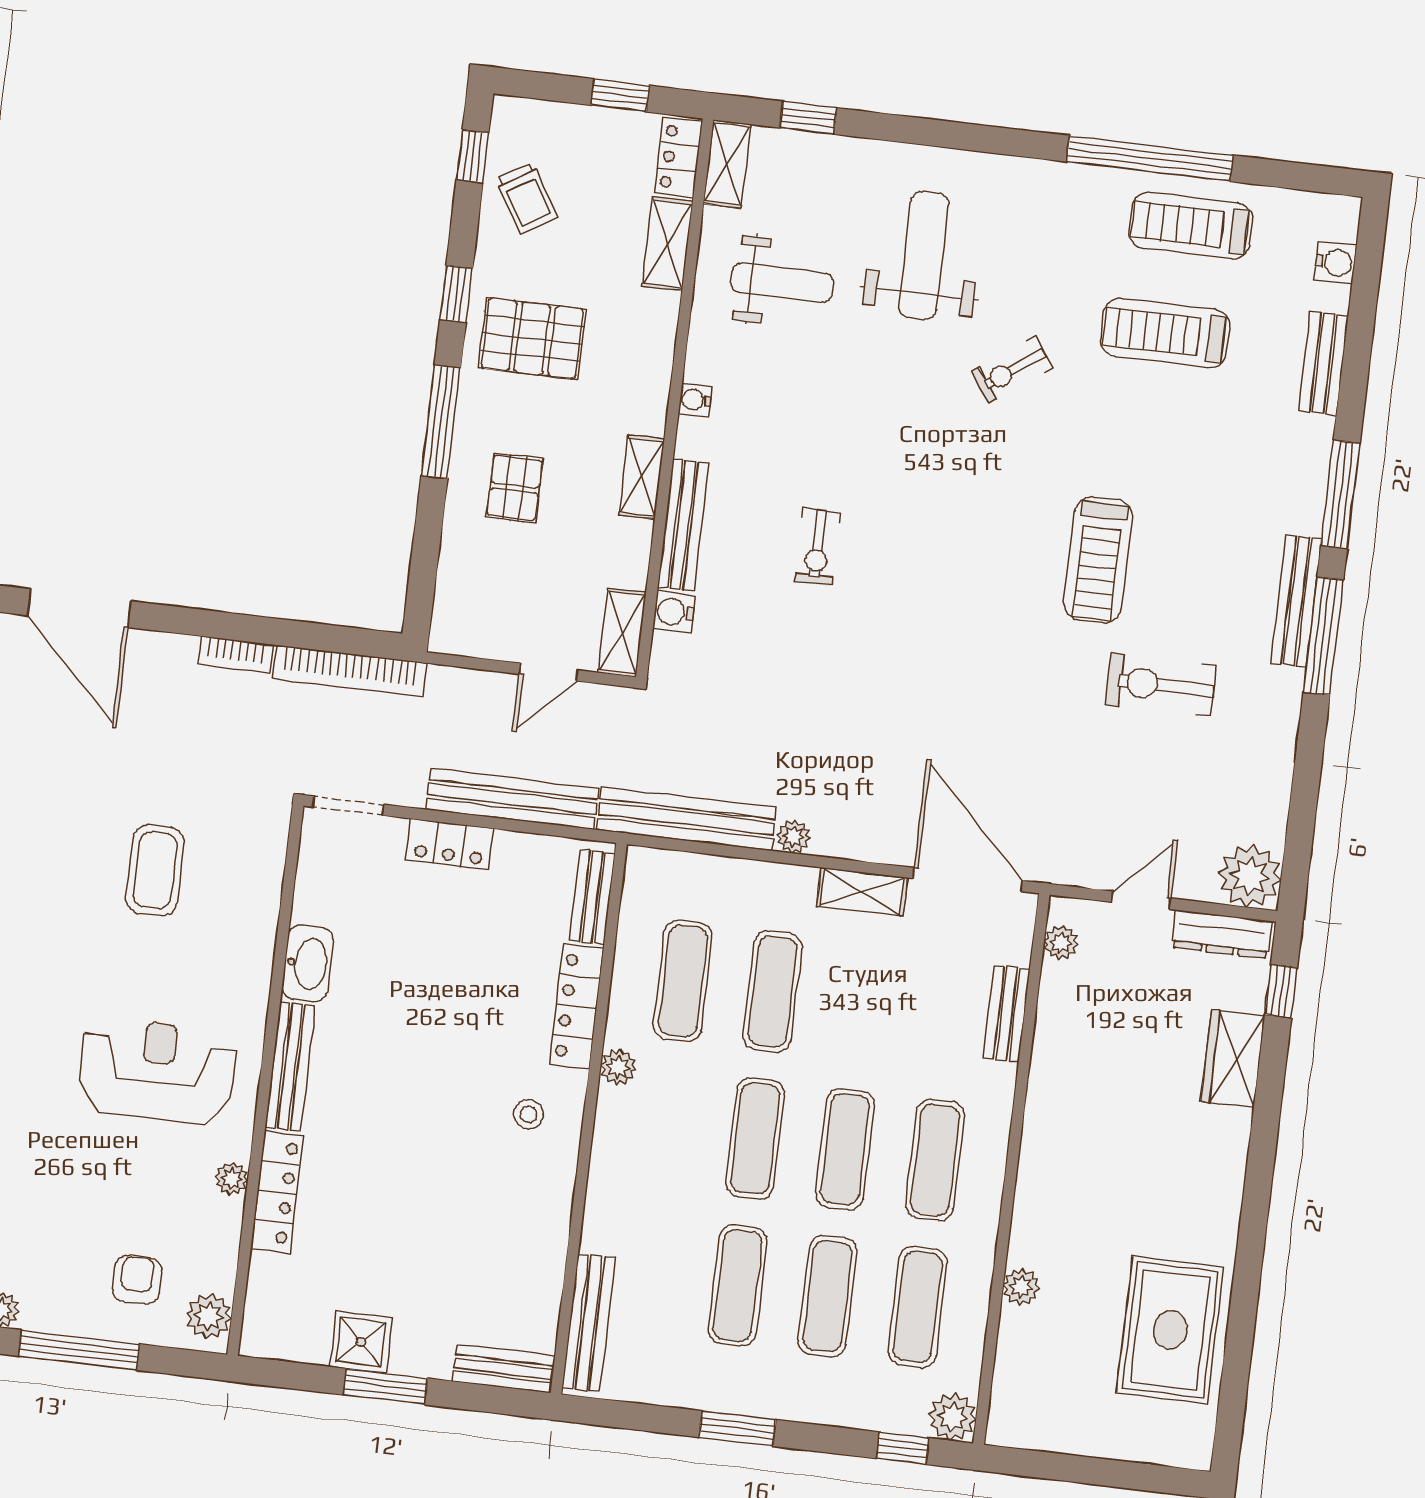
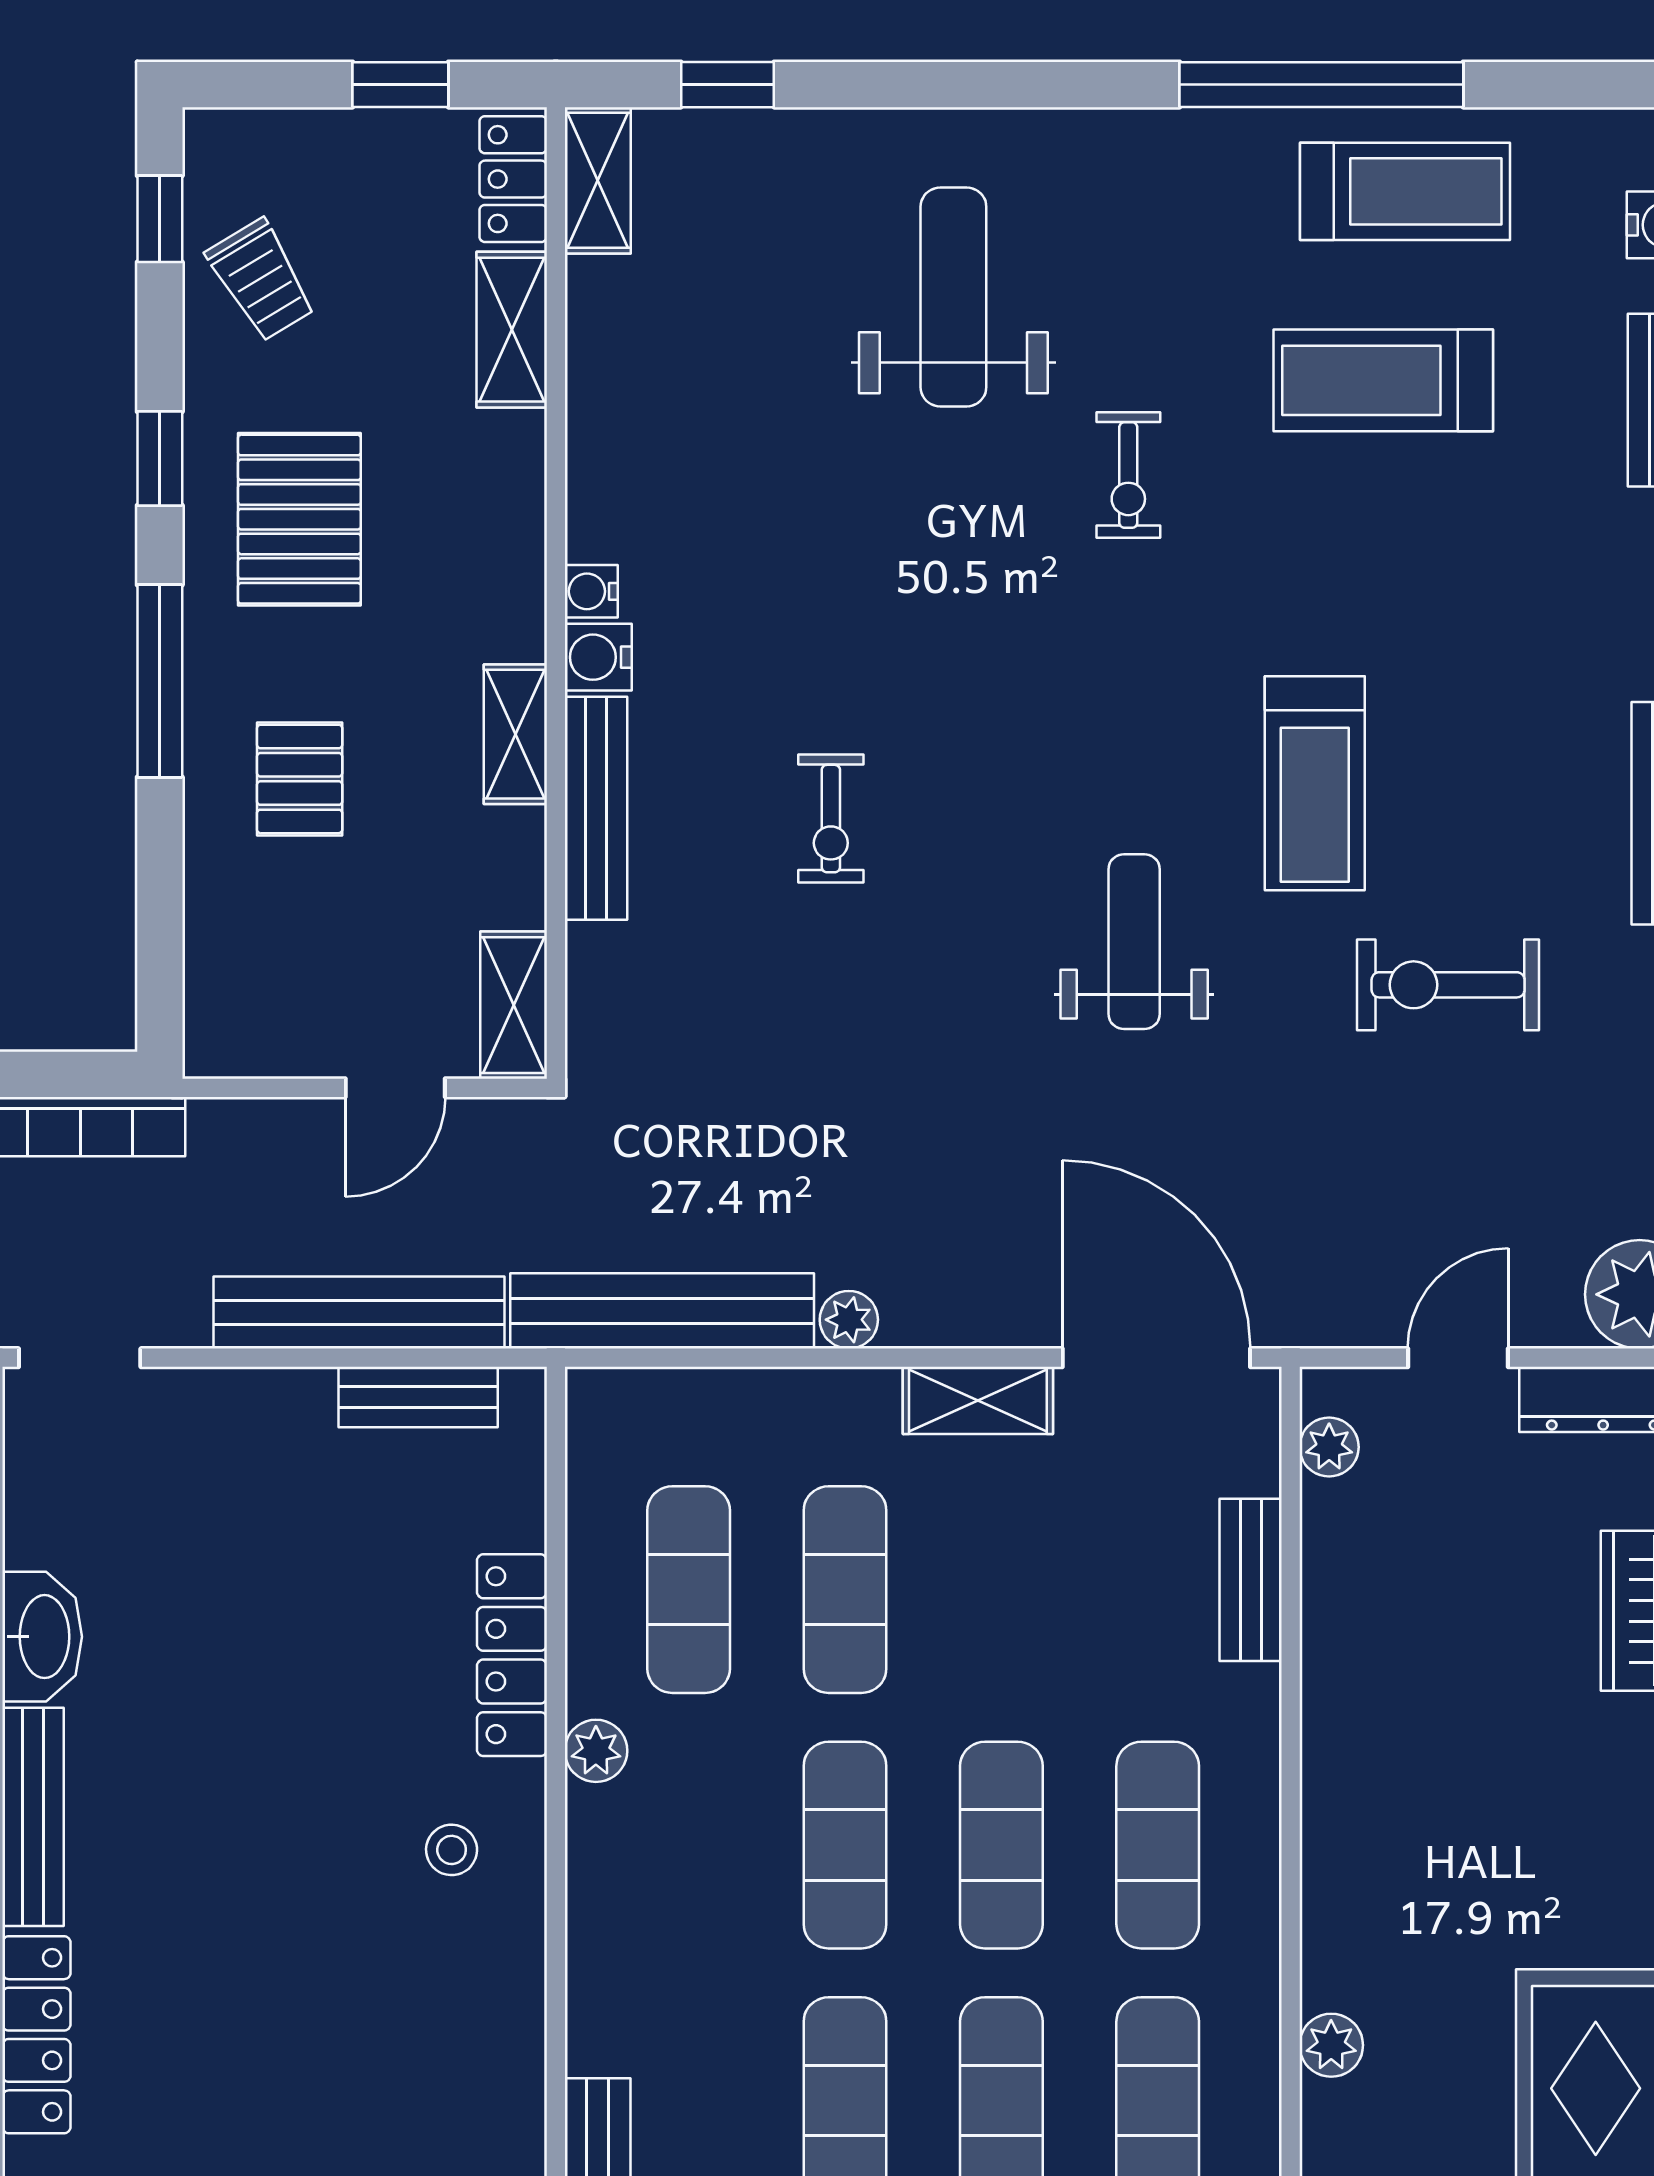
treadmill: (1191, 226) -> (1405, 191), turned 180
weight bench: (782, 283) -> (1134, 942), moved, turned -90
pallet: (532, 338) -> (299, 519), turned 90
exercise bike: (1012, 370) -> (1128, 475), turned -54
water cooler: (674, 612) -> (598, 657), moved
locker: (449, 844) -> (261, 1403), removed
bench: (592, 897) -> (418, 1397), moved, turned 90

